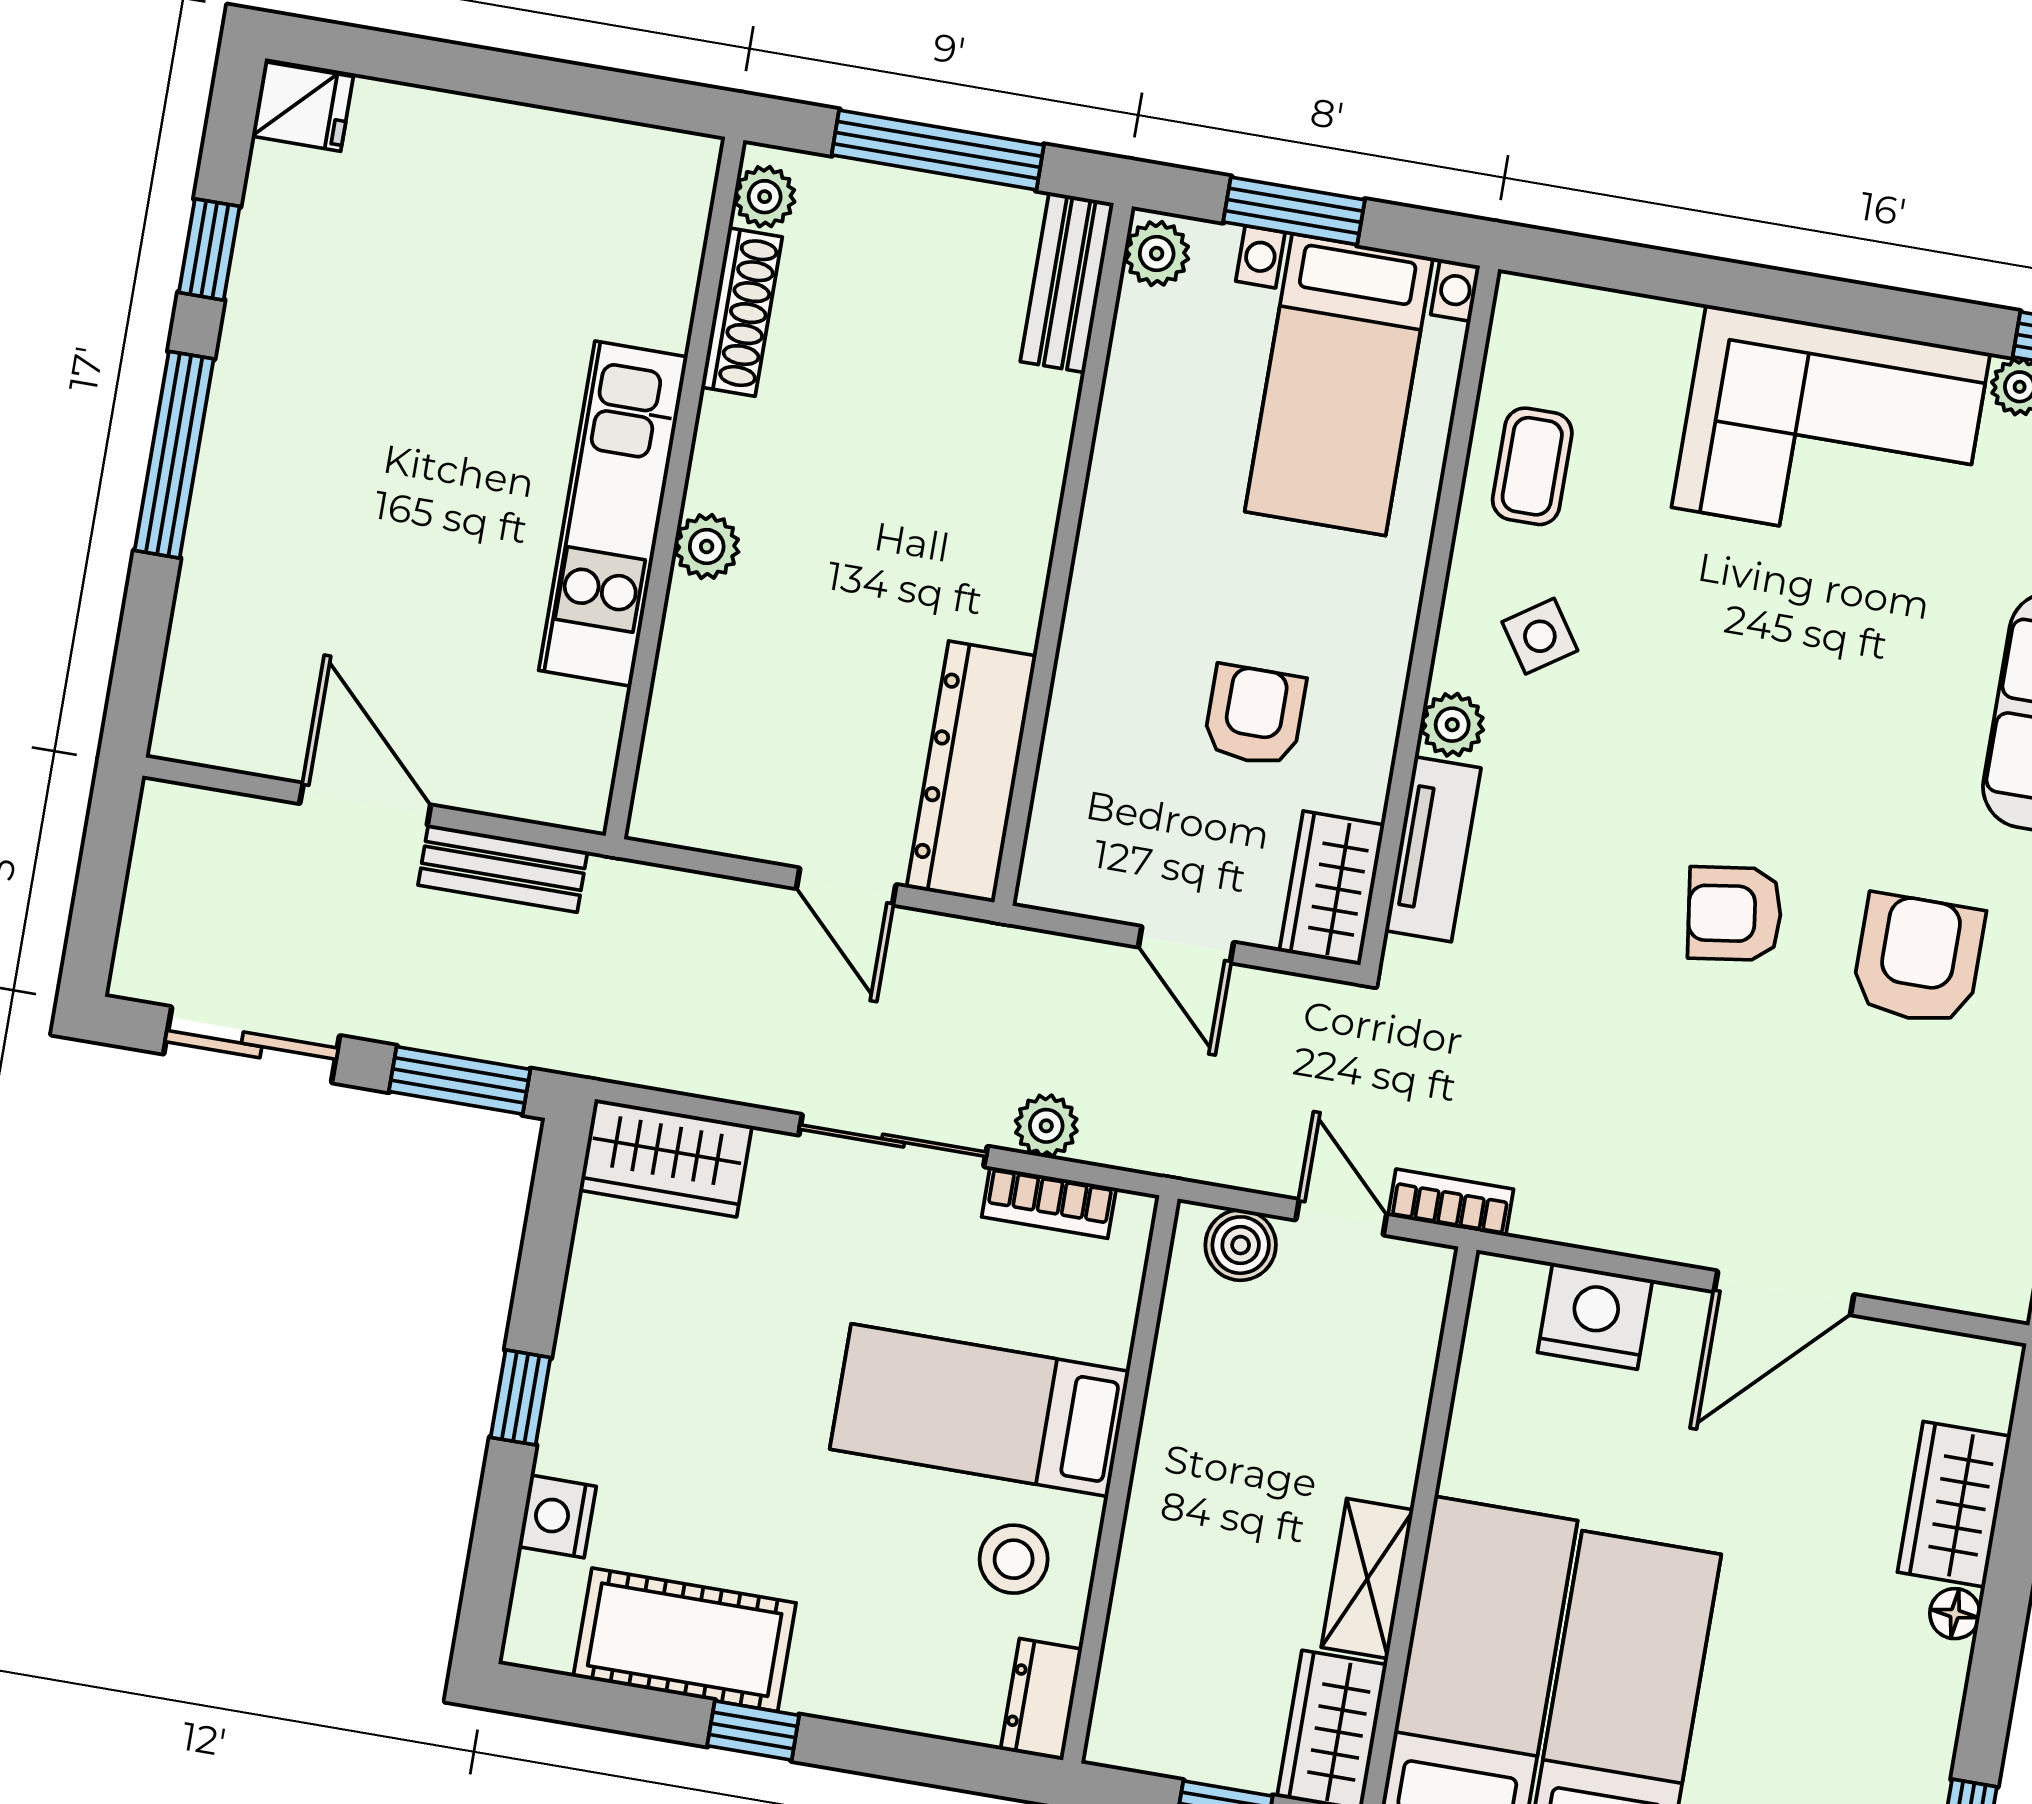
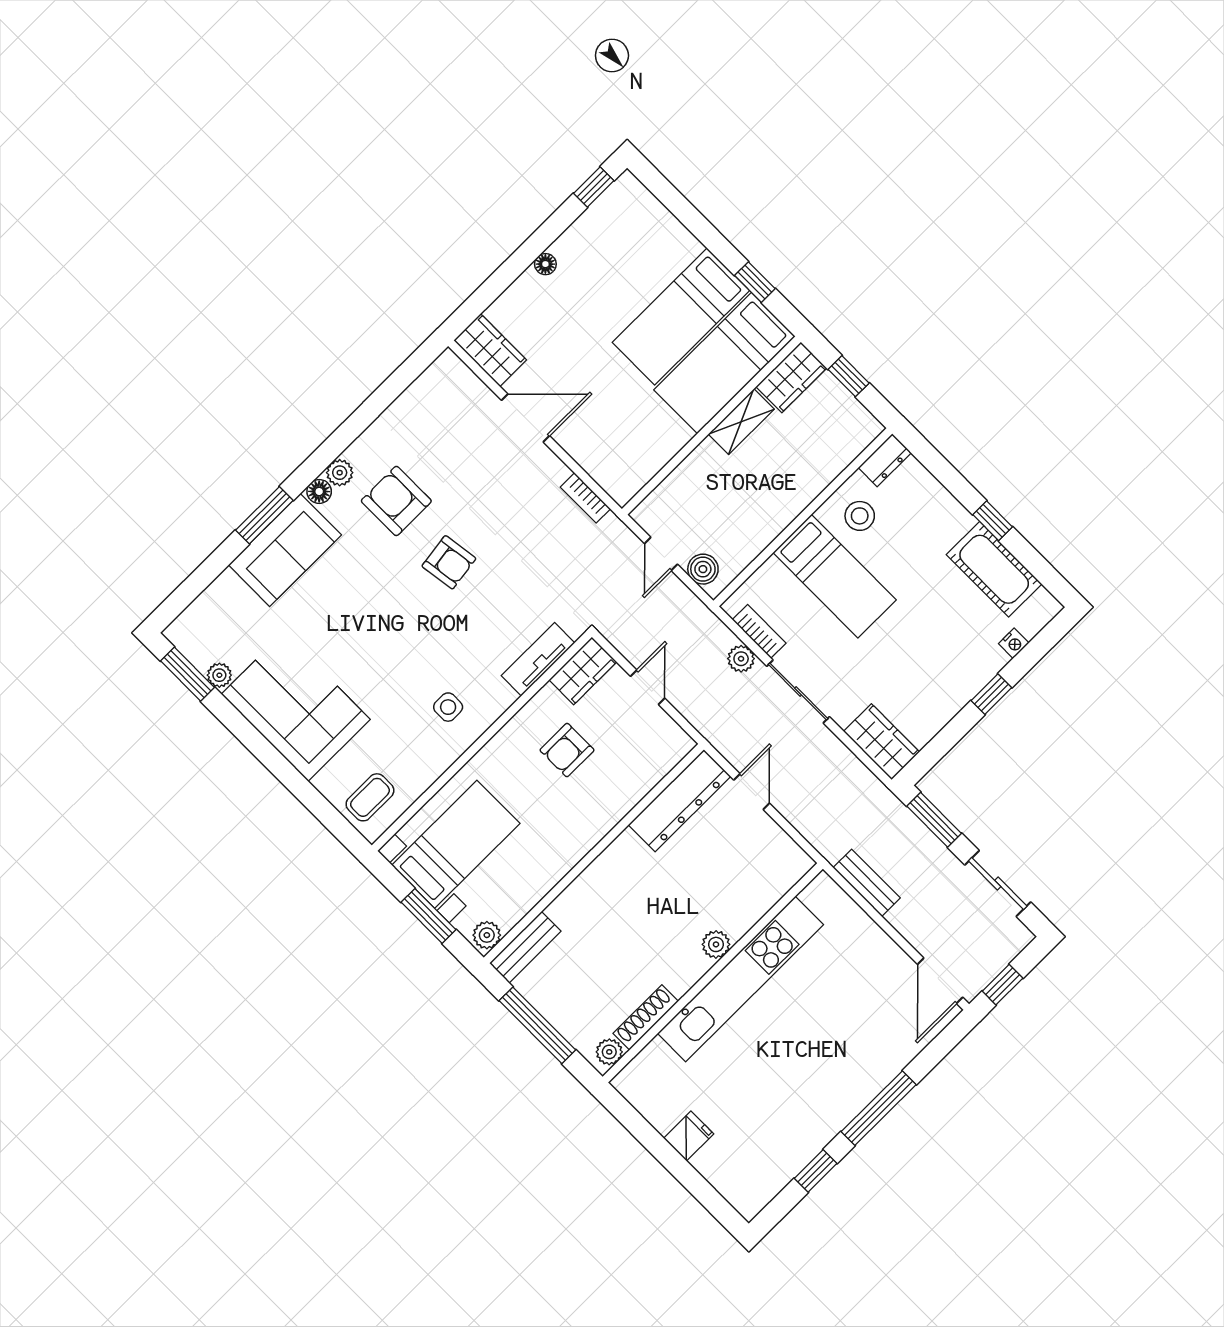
fridge: (303, 106) -> (689, 1136), moved, turned 90
coffee table: (1532, 466) -> (370, 797), moved
kitchen unit: (613, 514) -> (740, 979), width x1.36
side table: (1540, 636) -> (448, 707), turned 34
plant: (1452, 725) -> (501, 698), removed
door: (365, 804) -> (940, 981), moved
window: (105, 858) -> (1003, 985), added
armchair: (1918, 959) -> (396, 501), turned 90
bookcase: (1451, 1203) -> (585, 498), moved
nightstand: (1595, 1316) -> (597, 457), removed
wardrobe: (1954, 1504) -> (490, 350), moved, turned -90
nightstand: (557, 1516) -> (1014, 643), width x0.72, depth x0.74

